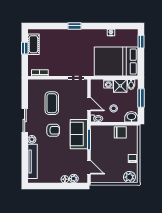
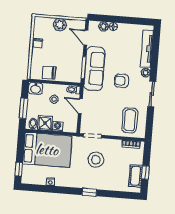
stool: (71, 56) -> (96, 160), added
coffee table: (52, 103) -> (130, 120), moved
sofa: (79, 134) -> (94, 69), width x1.36
plant: (129, 177) -> (60, 25), moved

